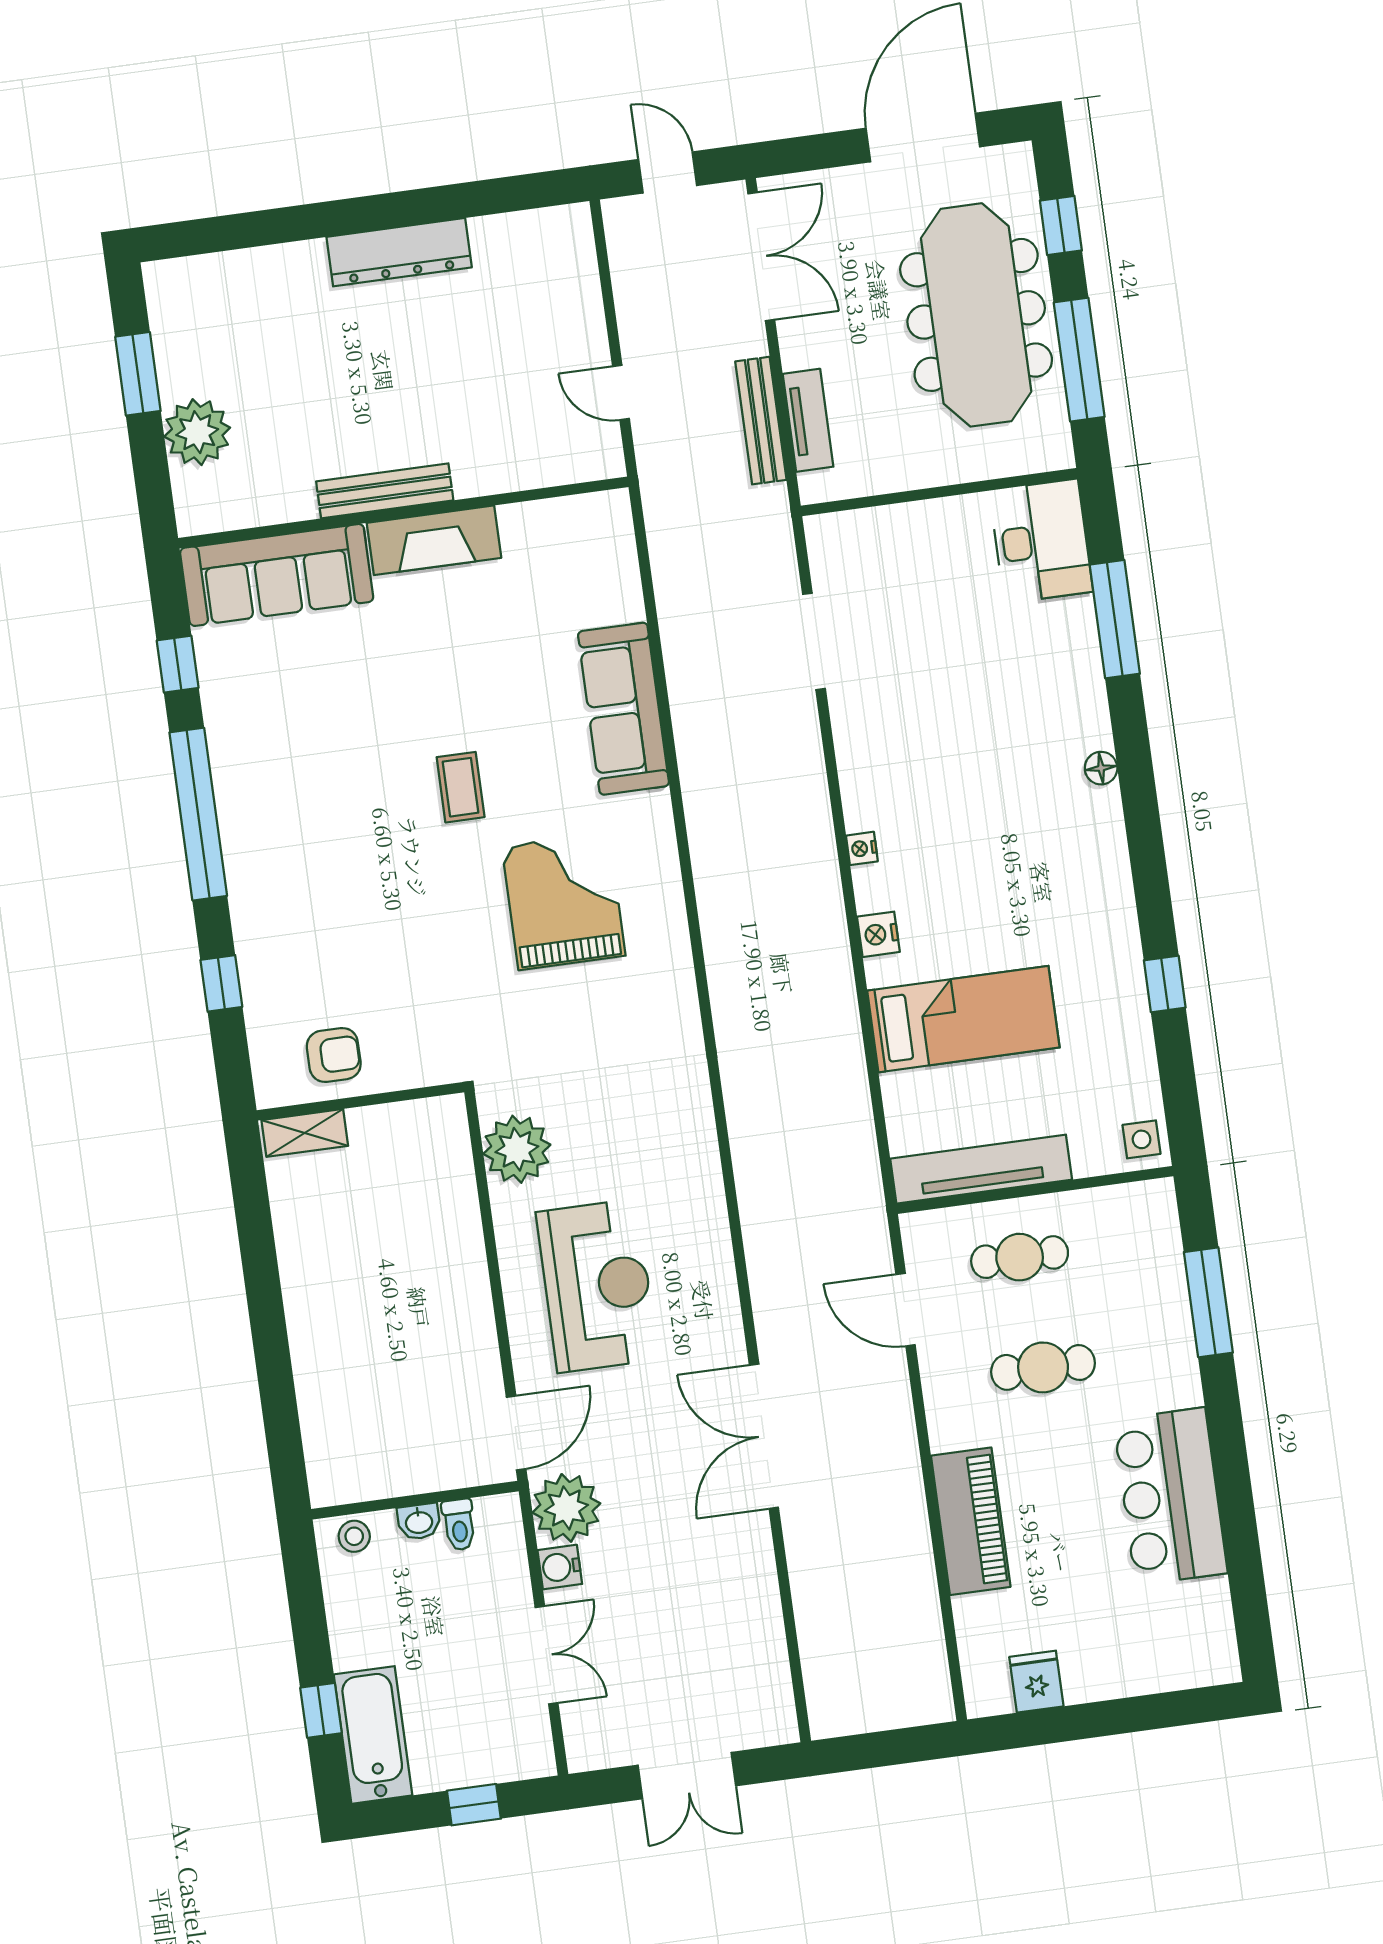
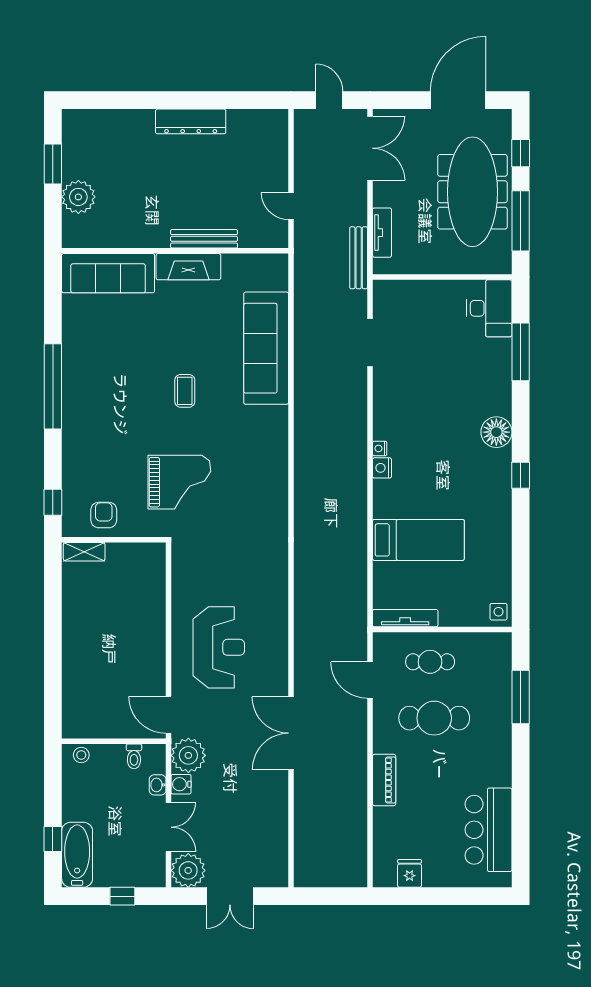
bench: (761, 421) -> (359, 258), moved
bench: (385, 491) -> (204, 239), moved
window: (178, 664) -> (53, 311), removed
sofa: (623, 709) -> (266, 348), width x1.36, depth x1.27
floor lamp: (1101, 768) -> (496, 432), width x1.89, depth x1.89
grand piano: (564, 901) -> (179, 482), moved, turned 90
nightstand: (878, 934) -> (382, 468), moved
window: (221, 983) -> (53, 502), moved
window: (1165, 984) -> (521, 475), moved
armchair: (334, 1055) -> (104, 515), turned -90
plant: (517, 1149) -> (188, 870), moved
tv unit: (981, 1169) -> (405, 618), width x0.73, depth x0.78
cafe table: (1043, 1367) -> (434, 718), width x1.37, depth x1.35
door: (516, 1433) -> (169, 715), swing flipped
bar counter: (1170, 1496) -> (489, 830), moved
piano: (971, 1521) -> (384, 780), width x0.73, depth x0.75
washbasin: (419, 1522) -> (158, 785), moved, turned 90

